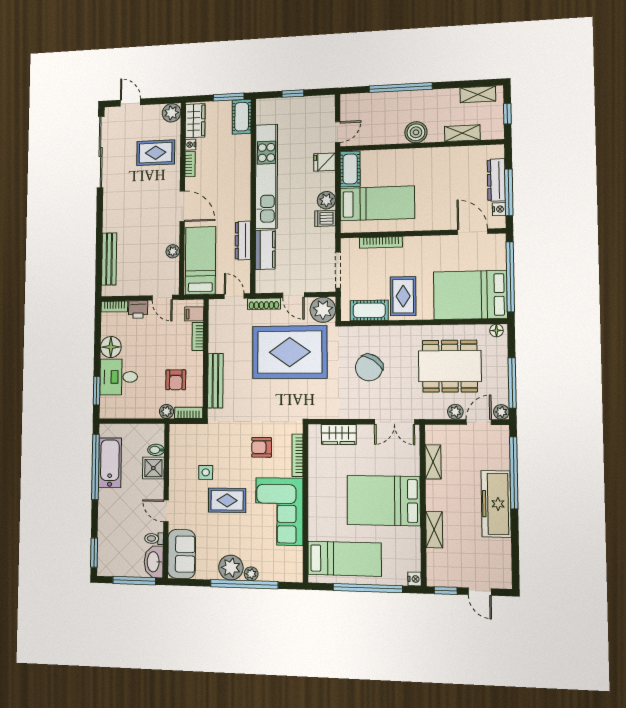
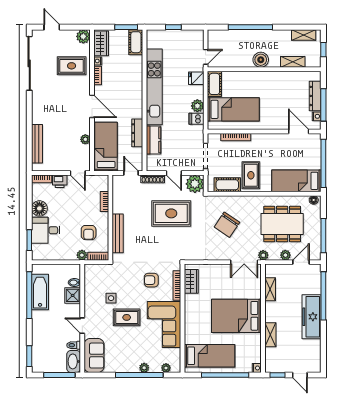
bed: (470, 295) -> (296, 181), width x0.67
filing cabinet: (194, 314) -> (102, 185), removed
rug: (290, 352) -> (171, 213), width x0.73, depth x0.69
plant: (501, 412) -> (263, 255), moved
wardrobe: (339, 434) -> (191, 281), moved, turned -90
plant: (231, 568) -> (166, 368), moved, width x0.53, depth x0.53

